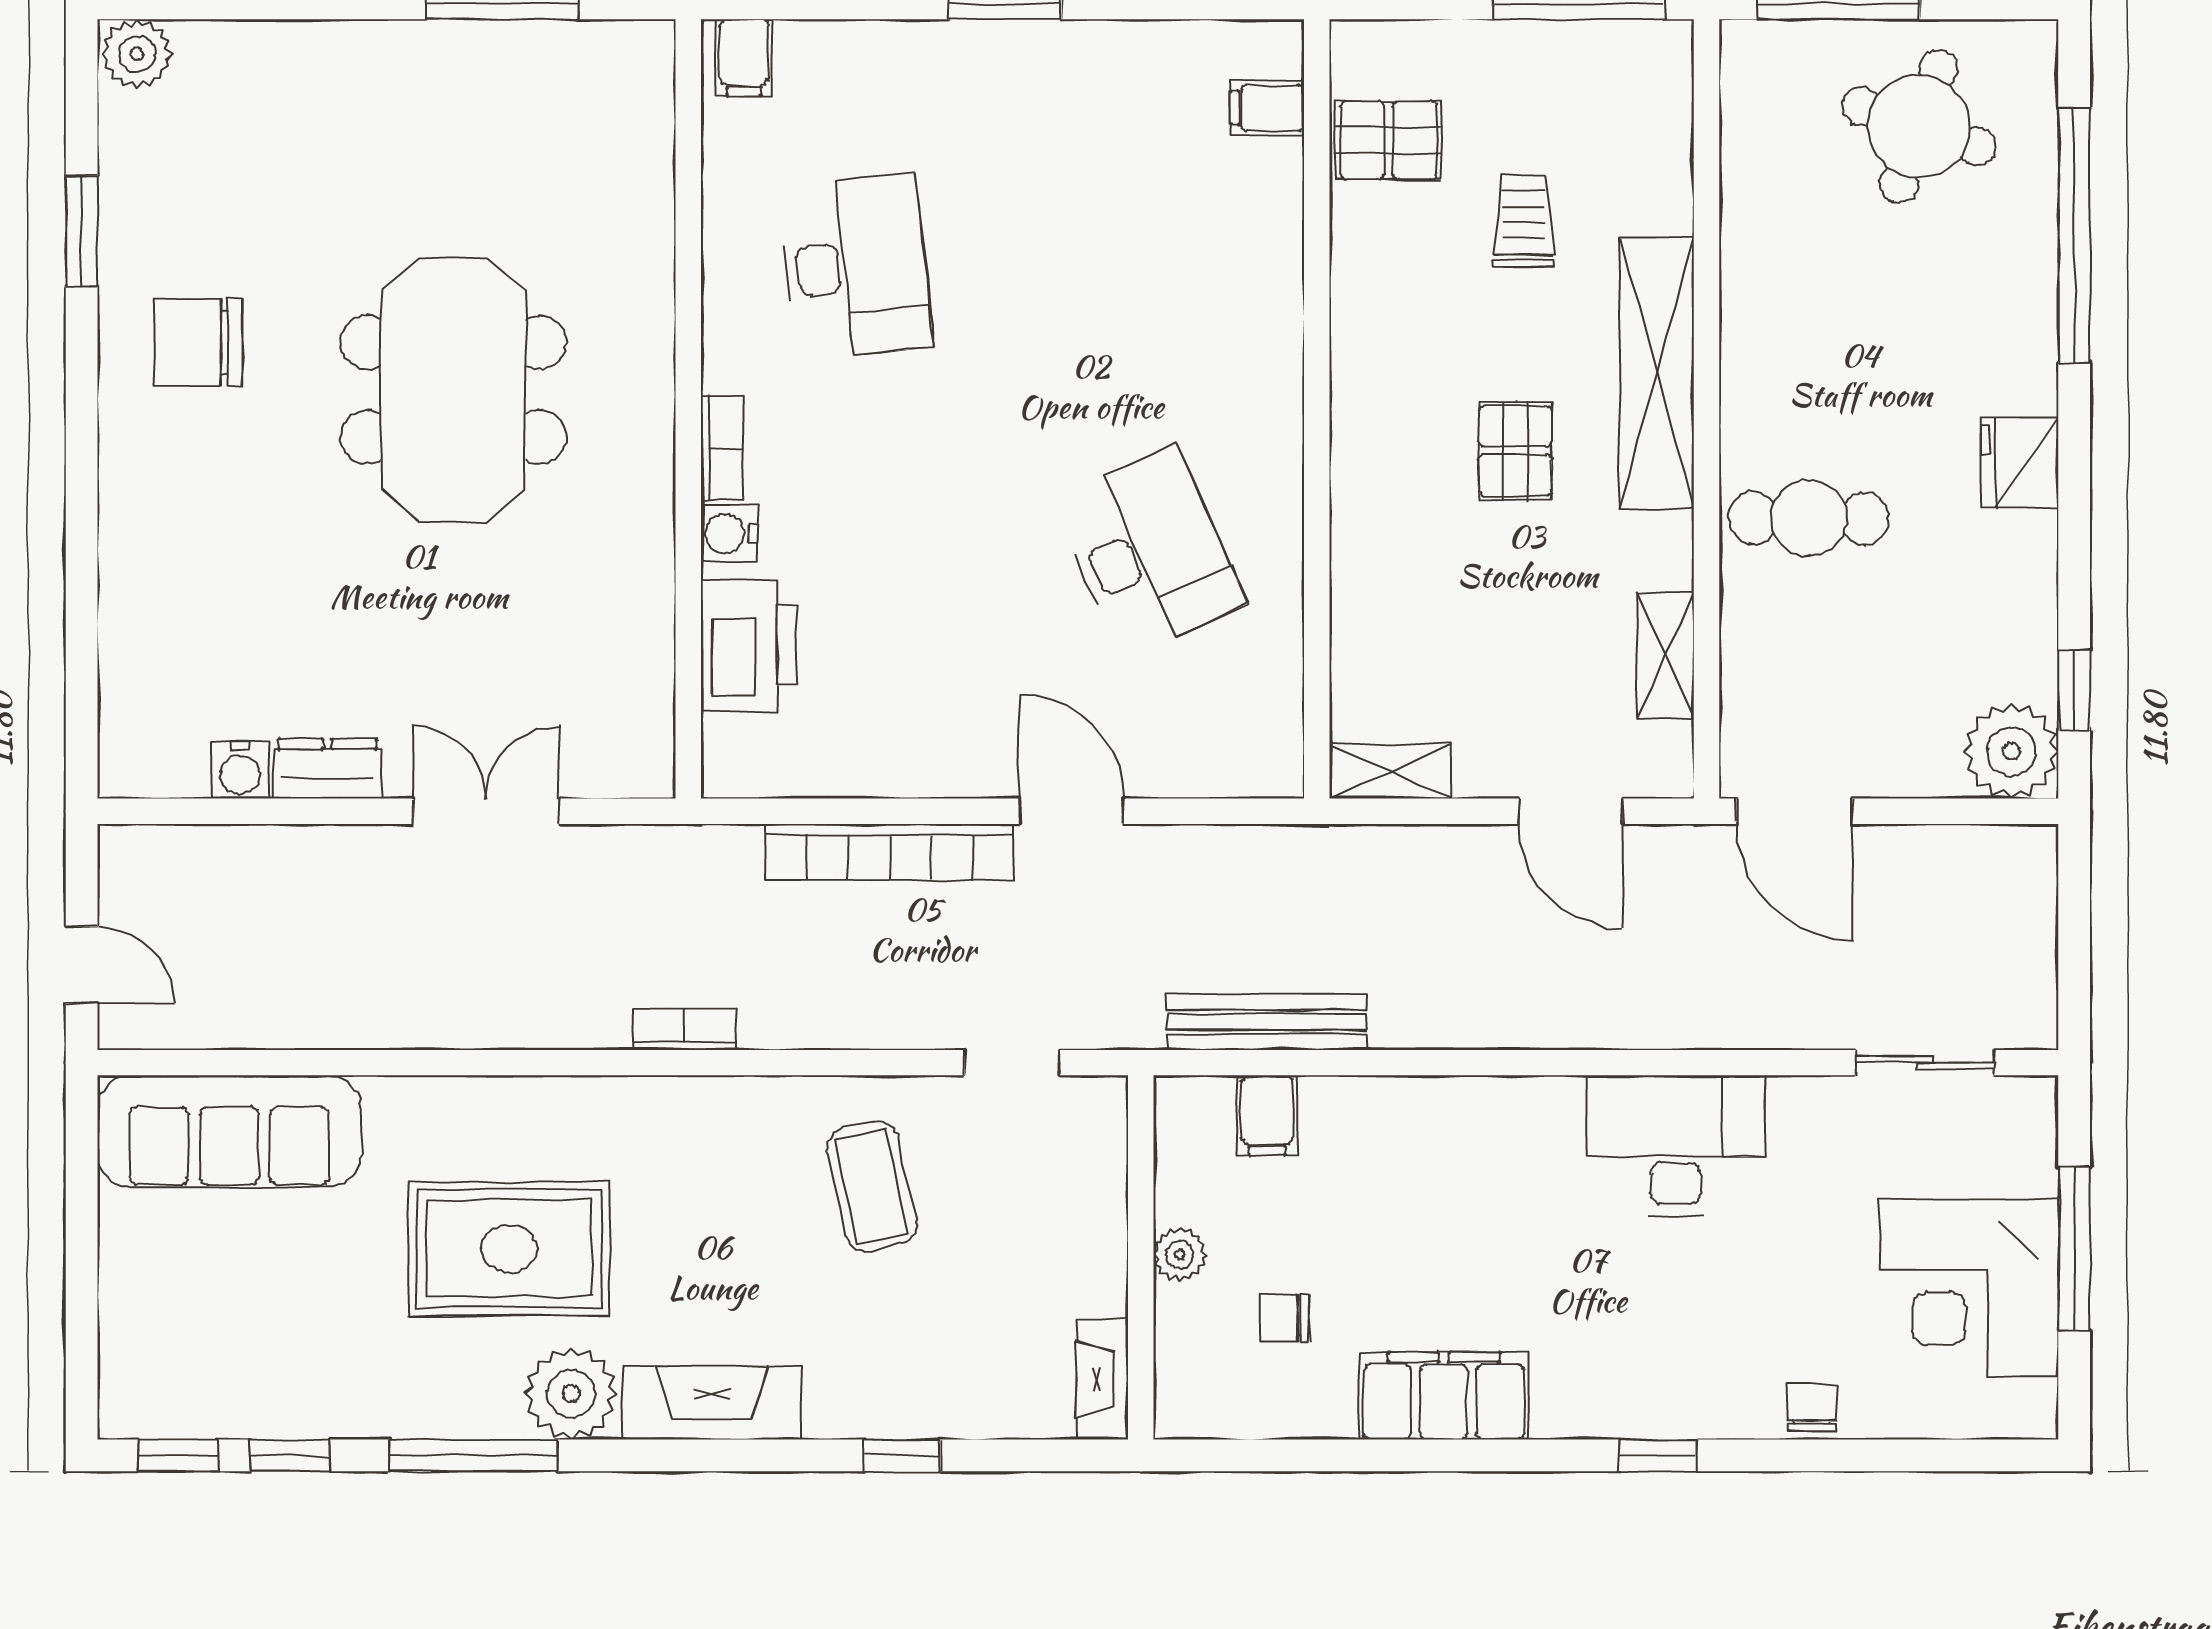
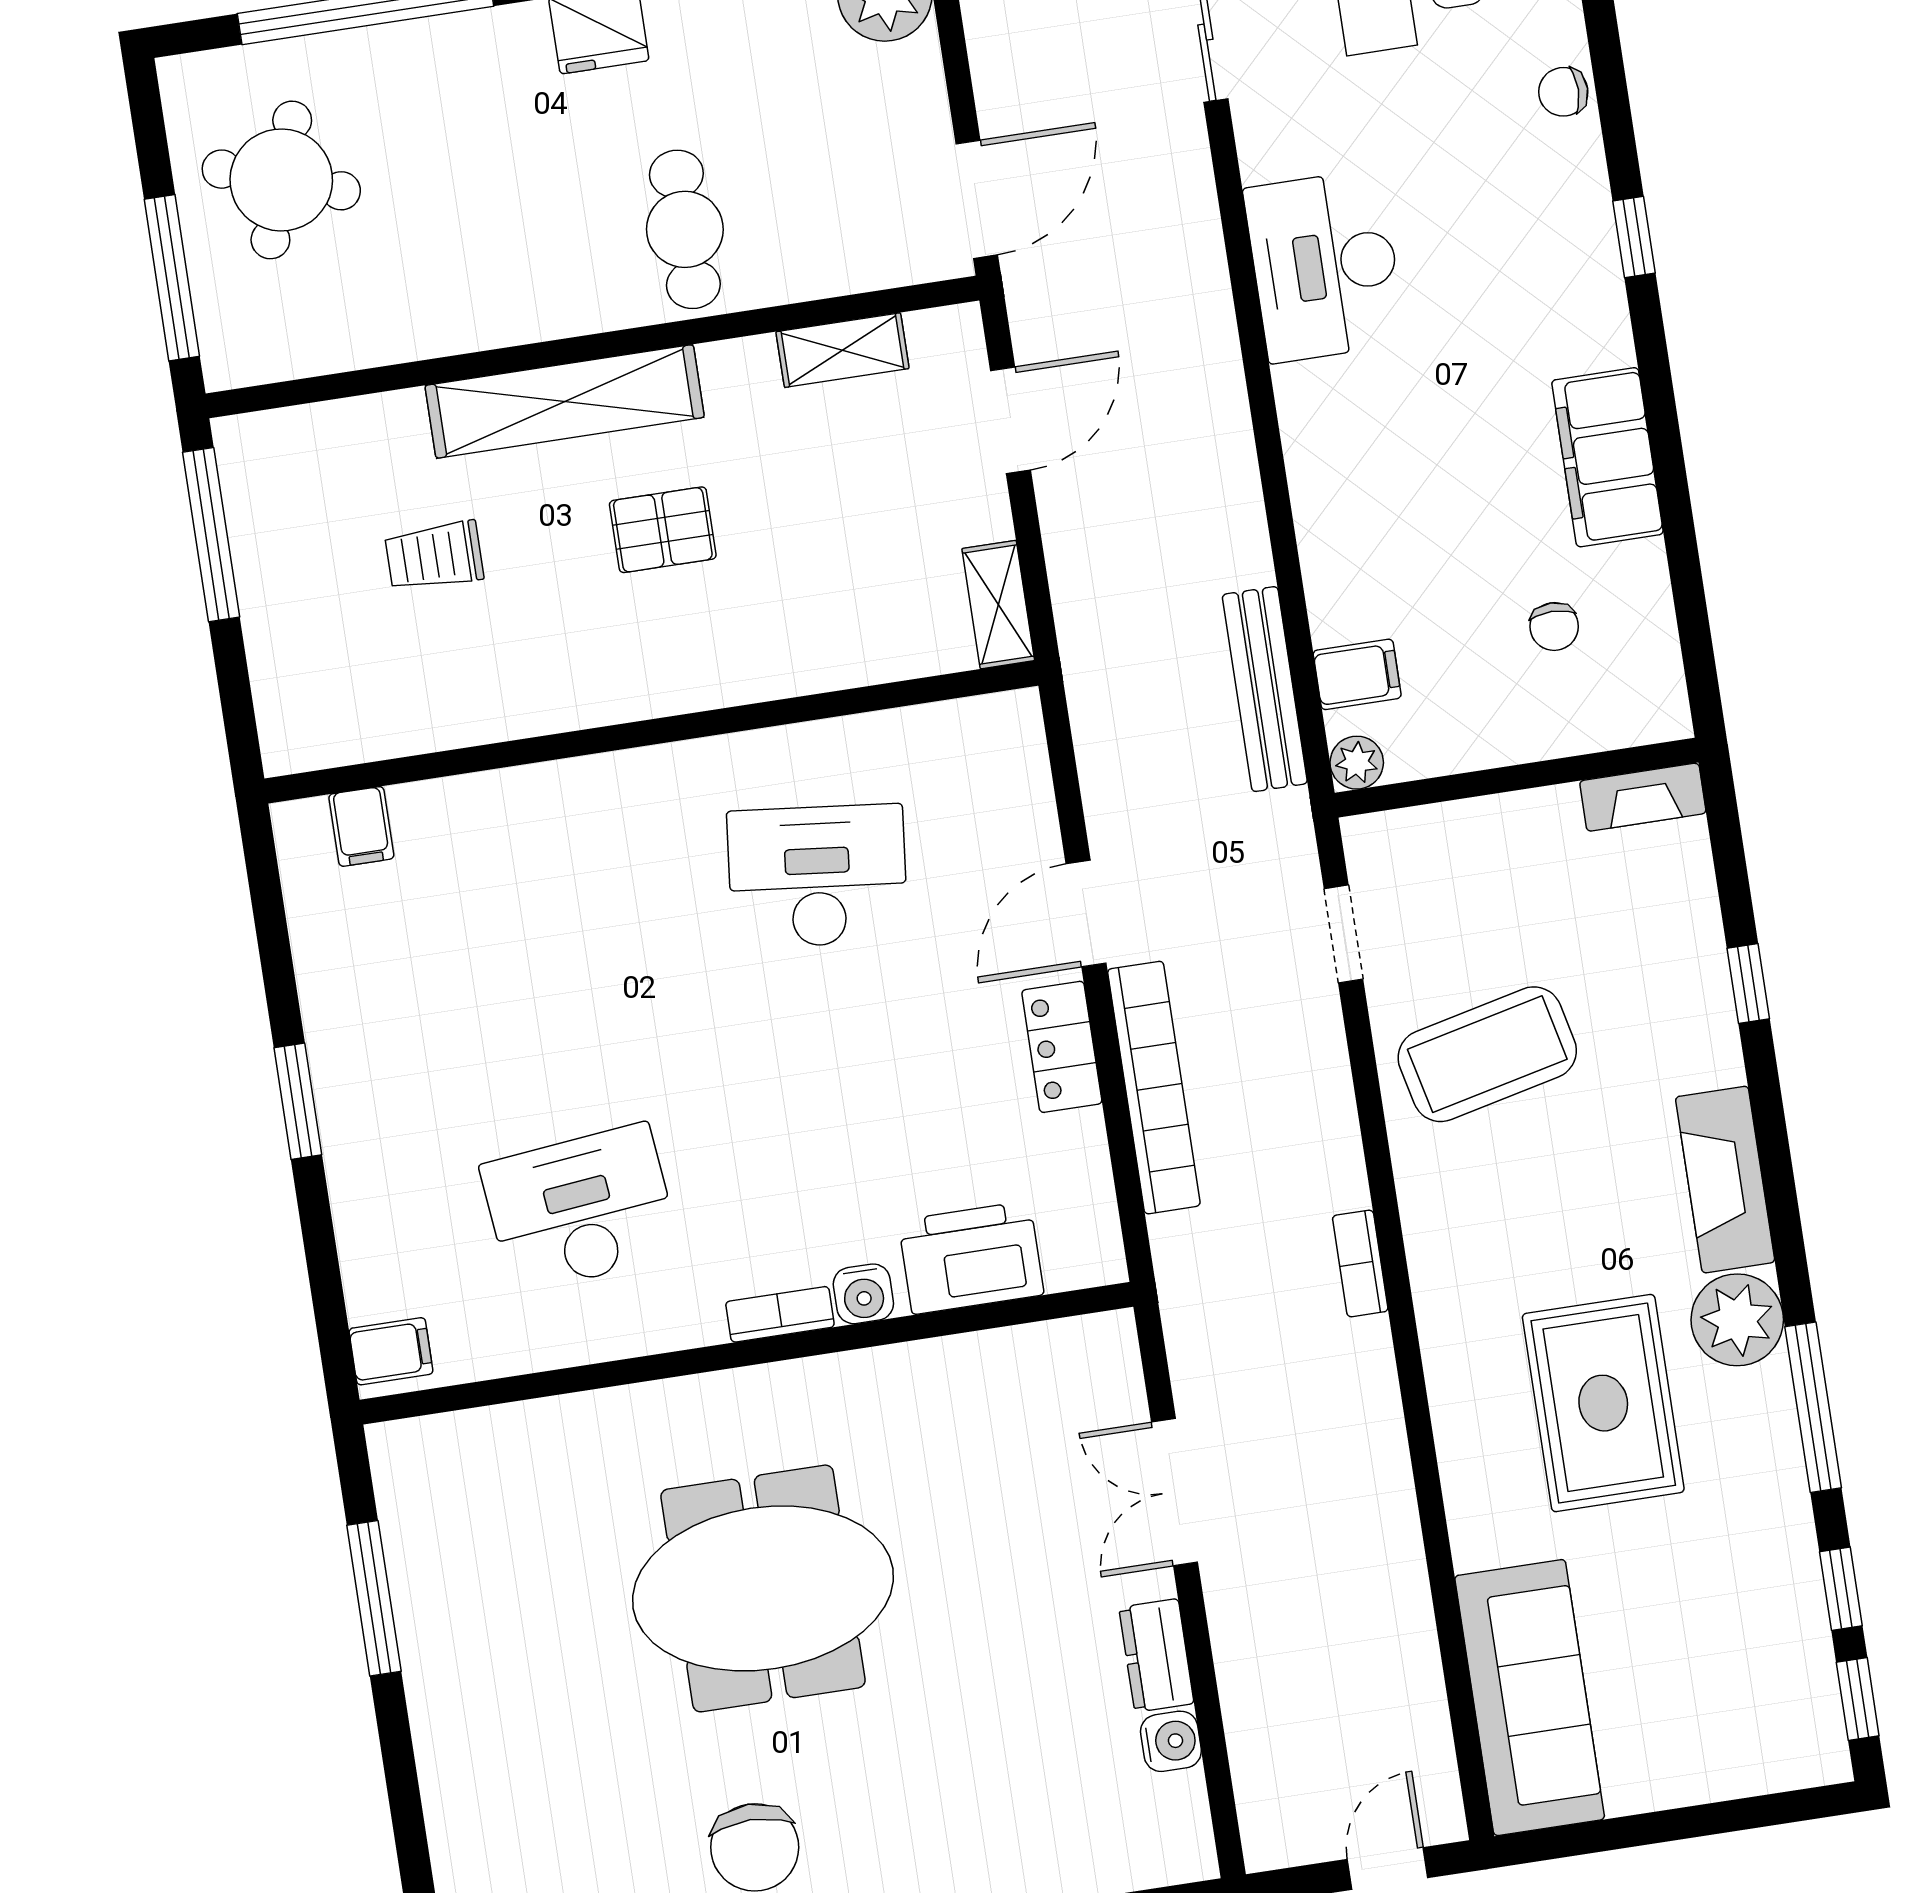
pallet: (1388, 140) -> (375, 702), removed
desk: (1149, 551) -> (817, 876), turned 30
locker: (943, 767) -> (1062, 1047), added
coffee table: (872, 1187) -> (1487, 1054), width x1.36, depth x1.32
plant: (1180, 1255) -> (1357, 763), moved

